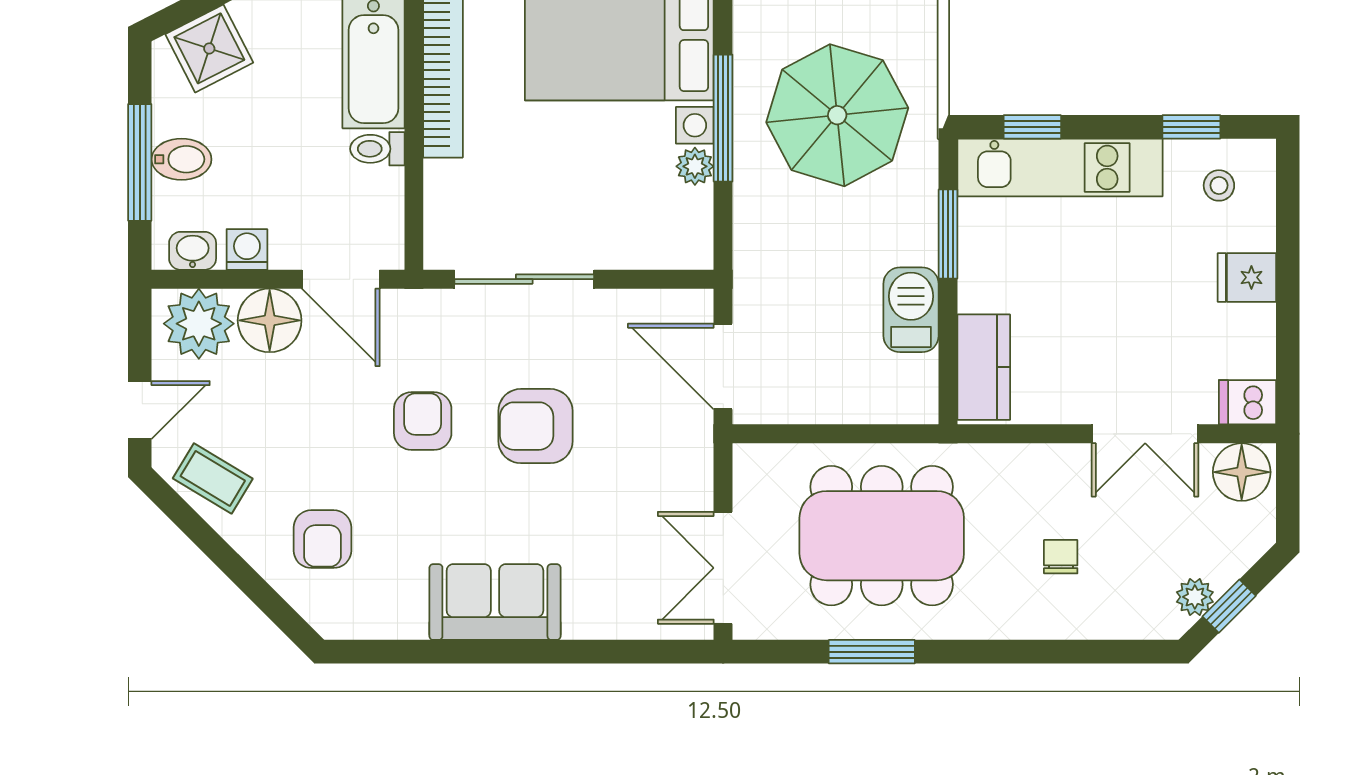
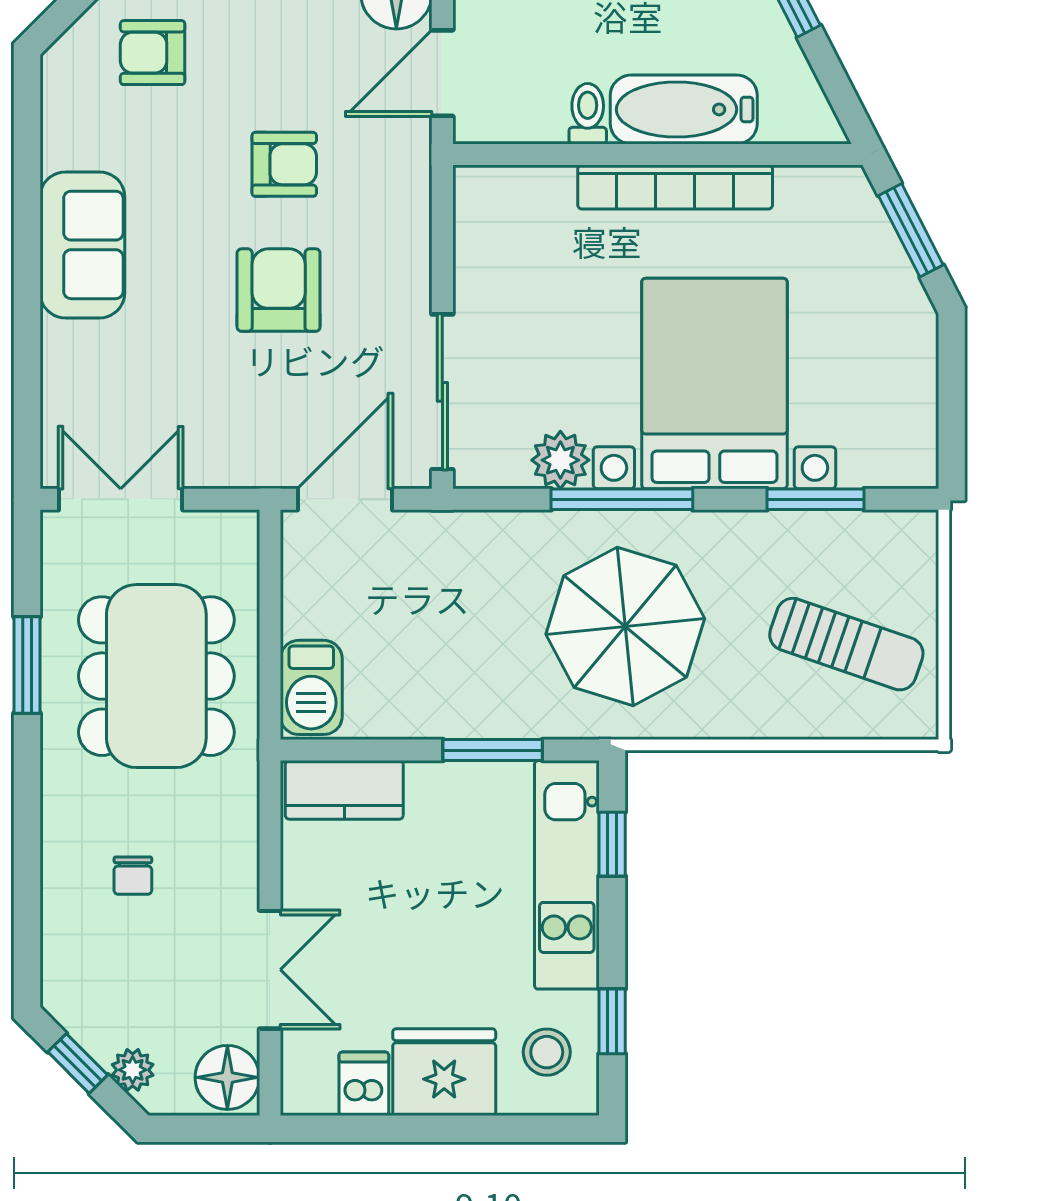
plant: (695, 166) -> (560, 460), width x1.38, depth x1.38
stool: (1219, 185) -> (547, 1052), width x1.37, depth x1.37
fridge: (1247, 277) -> (444, 1072), width x1.88, depth x1.34
sliding door: (524, 279) -> (442, 392), moved
barbecue: (911, 310) -> (311, 687), moved, turned 90
dishwasher: (1247, 402) -> (364, 1084), moved
double door: (1145, 434) -> (270, 970), swing flipped
chair: (1061, 557) -> (133, 876), turned 90
plant: (1195, 597) -> (133, 1070), moved

